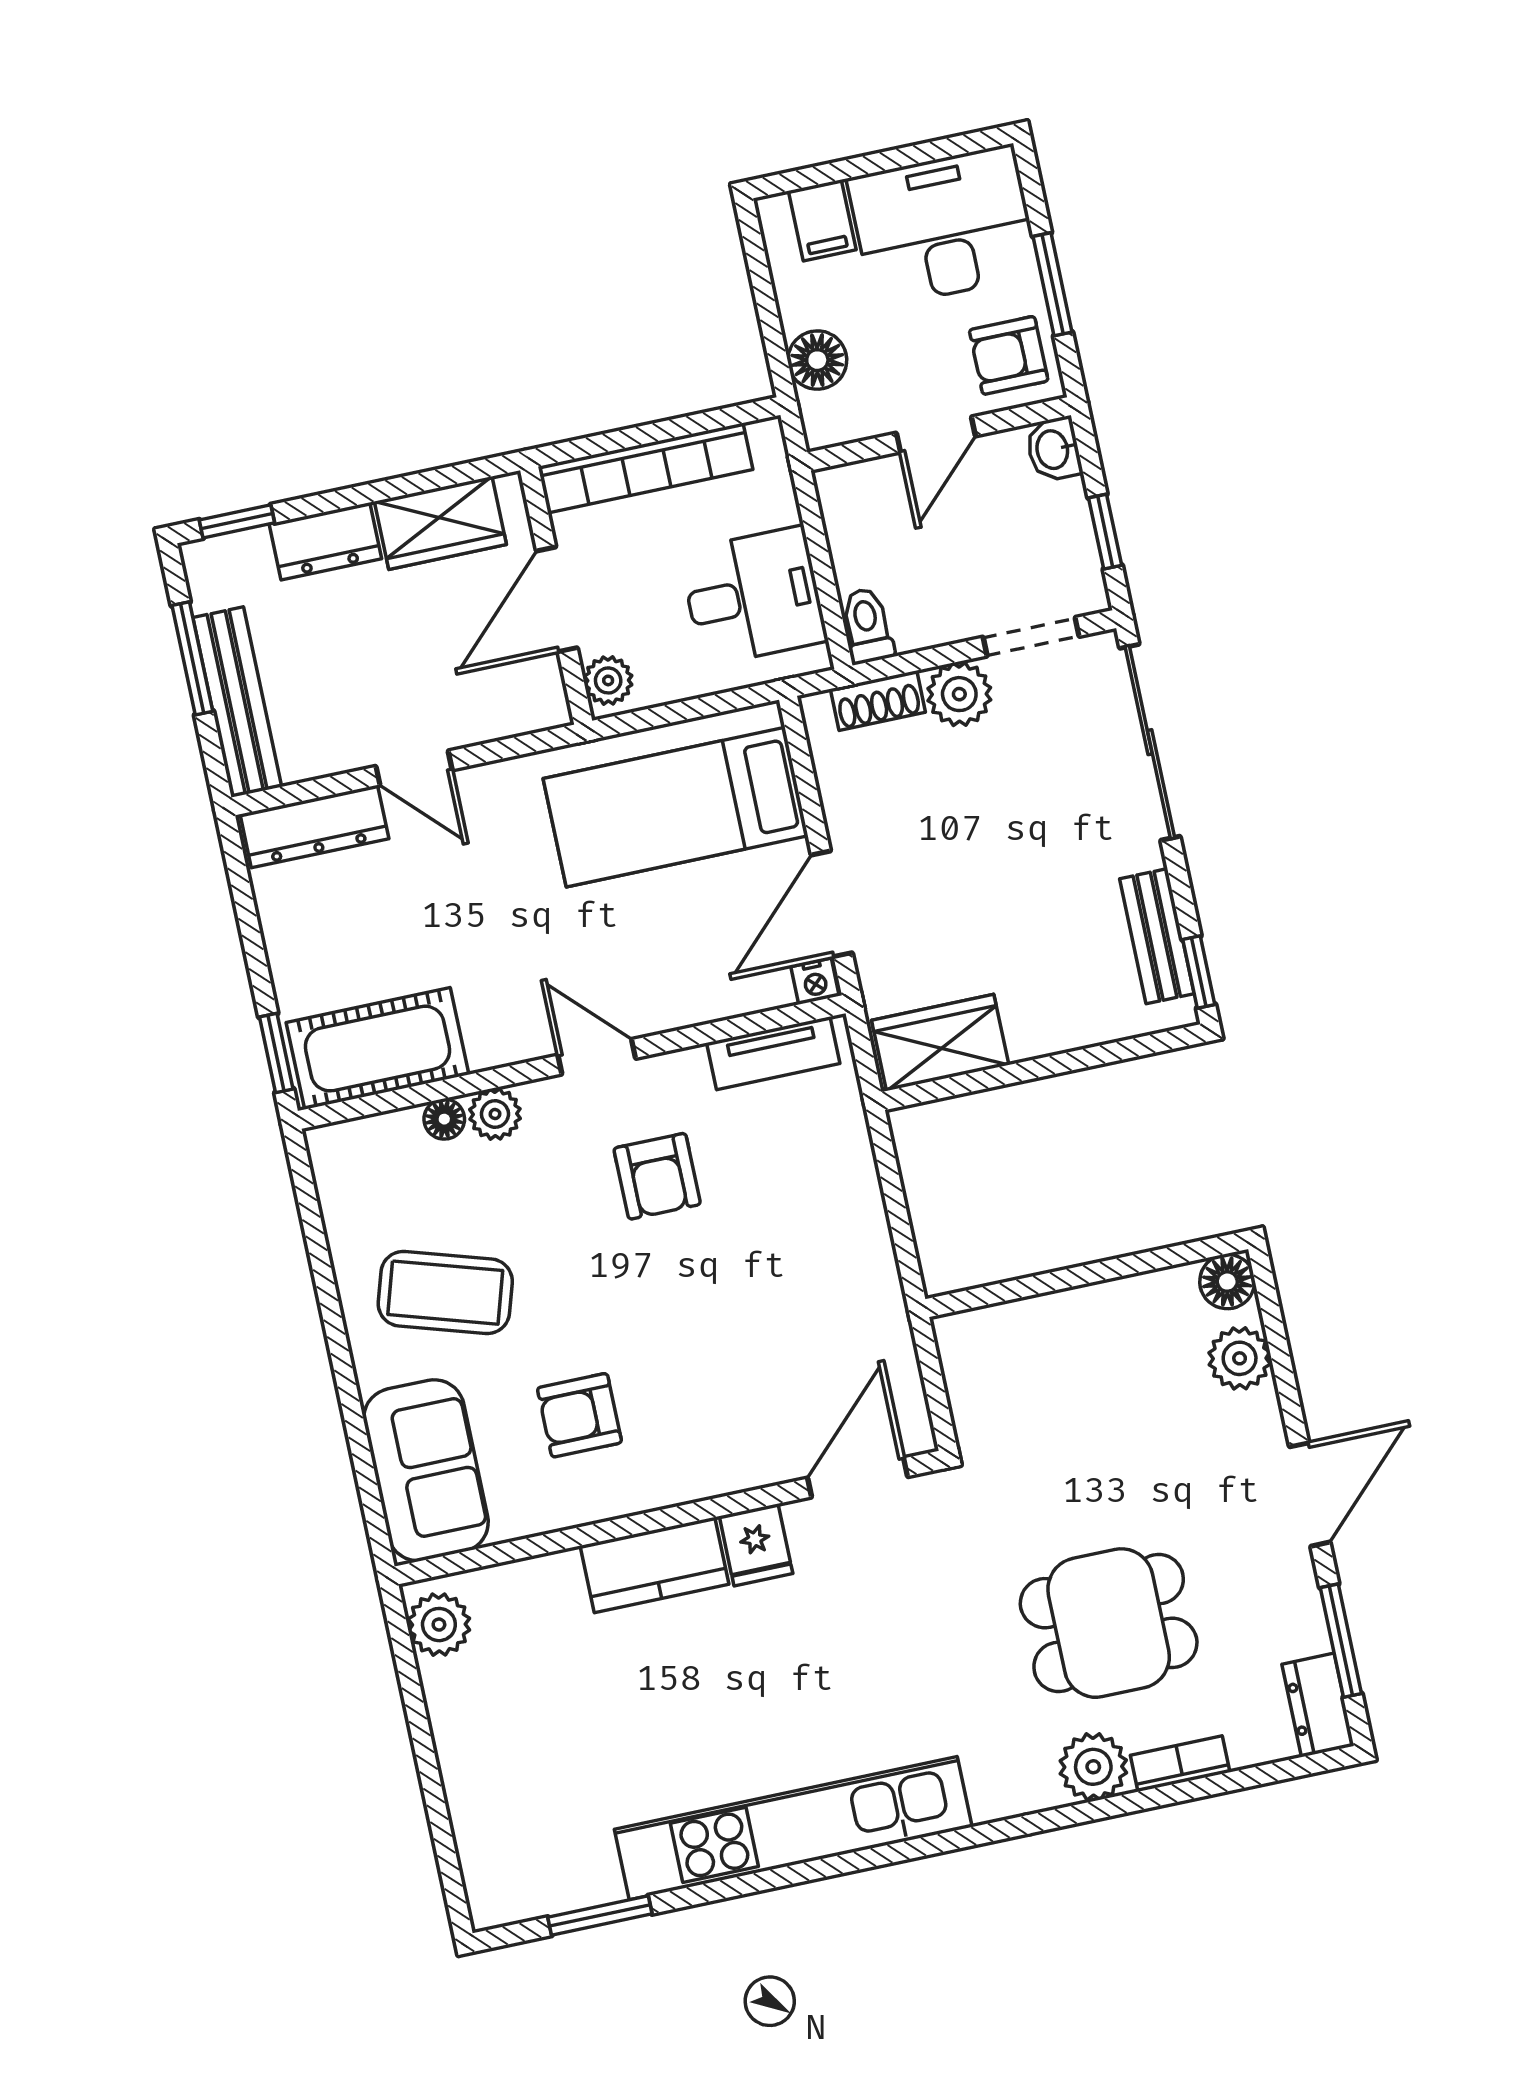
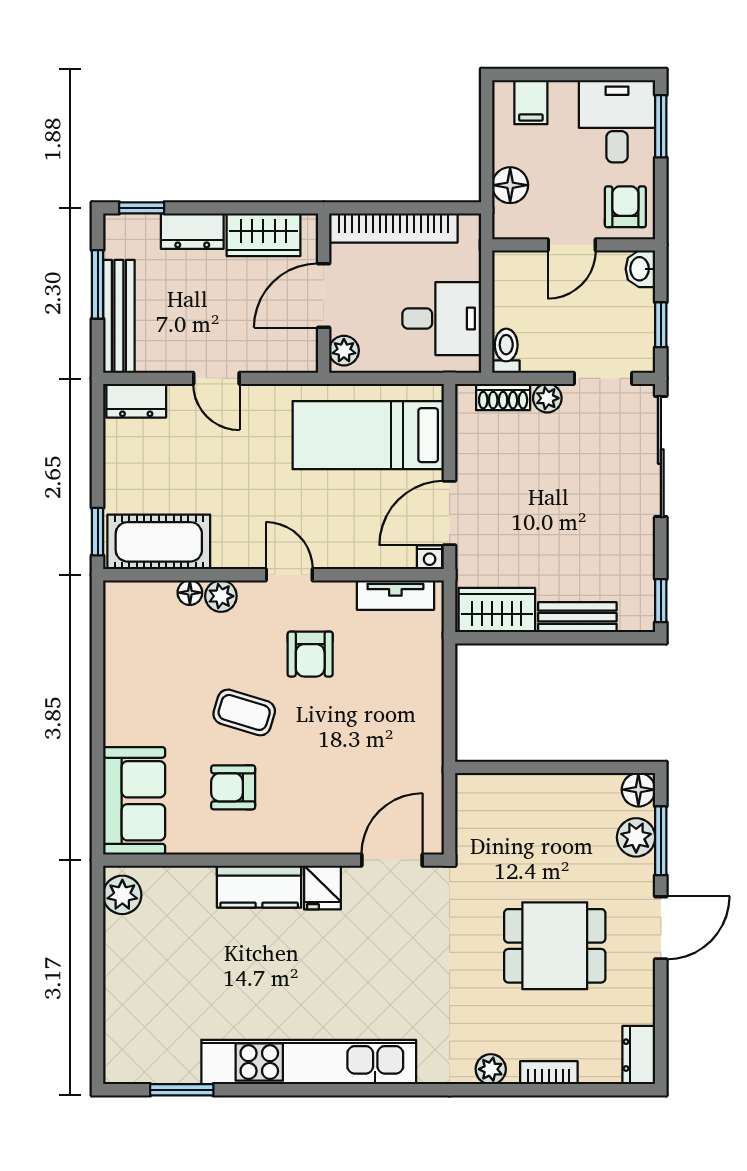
desk: (944, 226) -> (617, 121), width x0.73
window: (1052, 284) -> (661, 126), moved
armchair: (1009, 355) -> (625, 207), turned 90
plant: (959, 694) -> (547, 398), width x0.73, depth x0.73
dresser: (314, 827) -> (136, 401), width x0.70
bench: (1157, 936) -> (577, 617), moved, turned 90
coffee table: (445, 1293) -> (244, 712), moved, width x0.73, depth x0.77
dining table: (1109, 1623) -> (555, 946), moved
window: (1341, 1641) -> (661, 841), moved
plant: (1093, 1767) -> (491, 1069), width x0.73, depth x0.73

